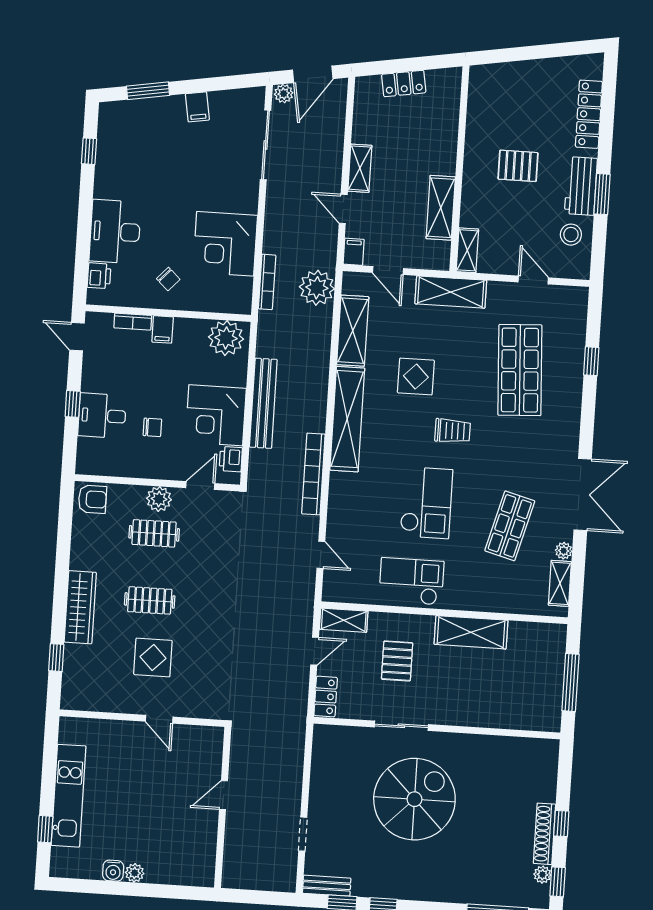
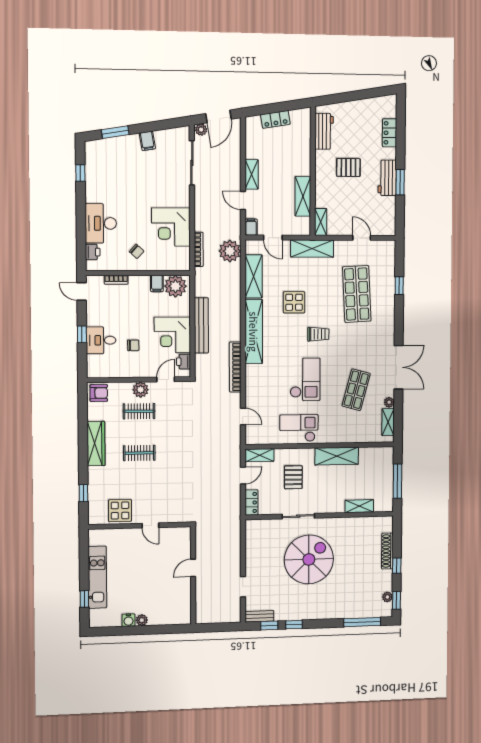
workbench: (482, 106) -> (324, 131), added
locker: (589, 114) -> (390, 133), width x0.66
stool: (571, 235) -> (383, 208), removed
filing cabinet: (163, 329) -> (157, 283), moved
wardrobe: (80, 607) -> (96, 444), moved
display table: (153, 657) -> (120, 511), moved
shelving: (504, 718) -> (359, 506), added
shoe rack: (544, 834) -> (387, 551), moved

